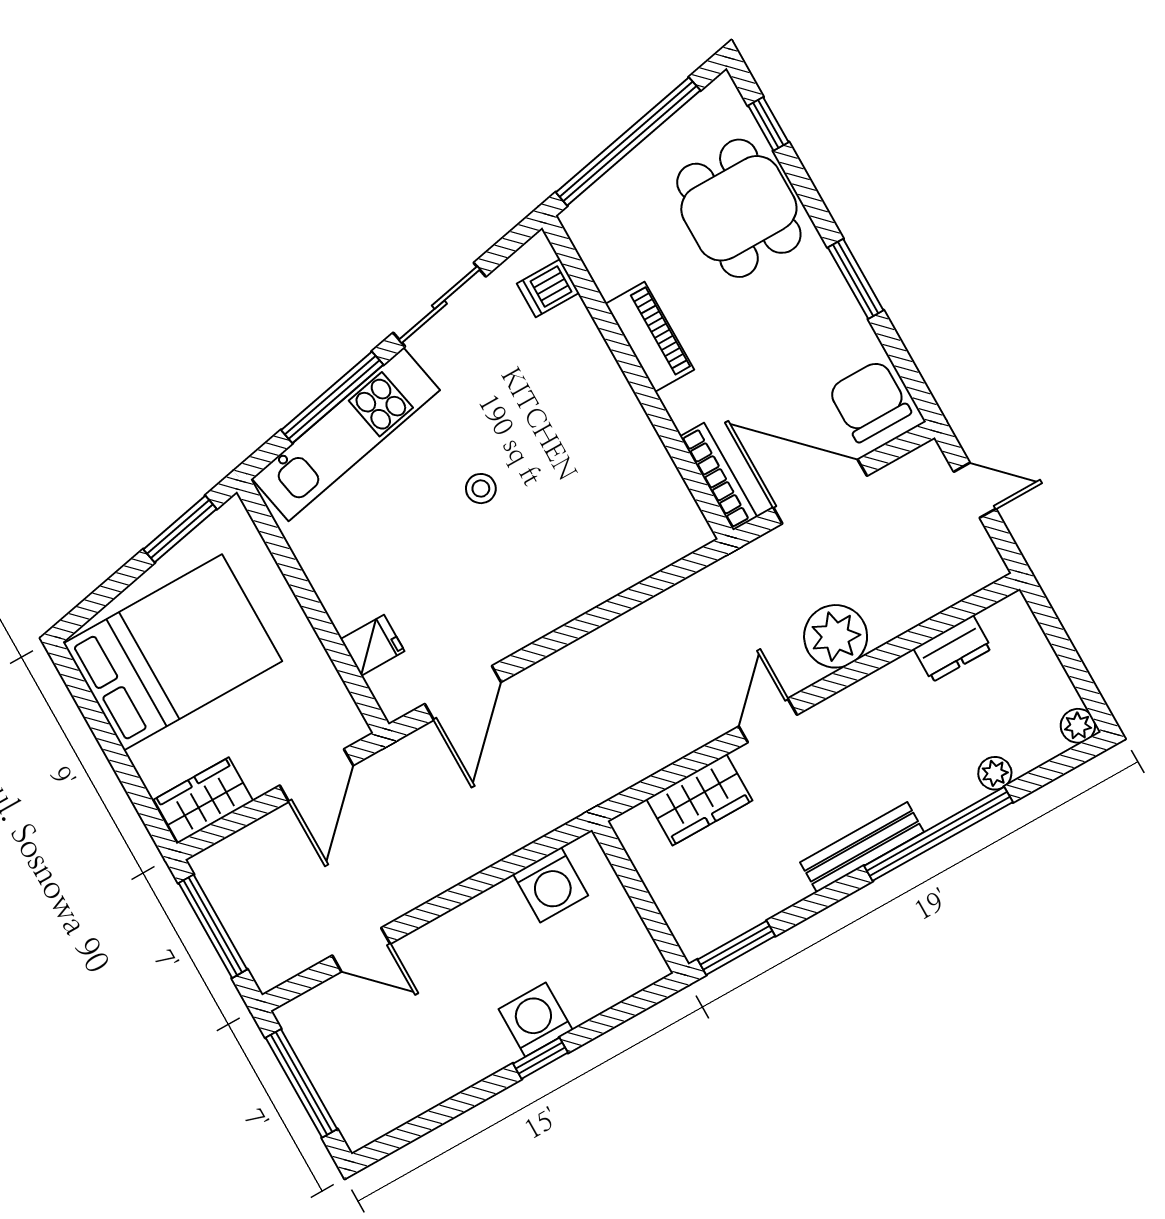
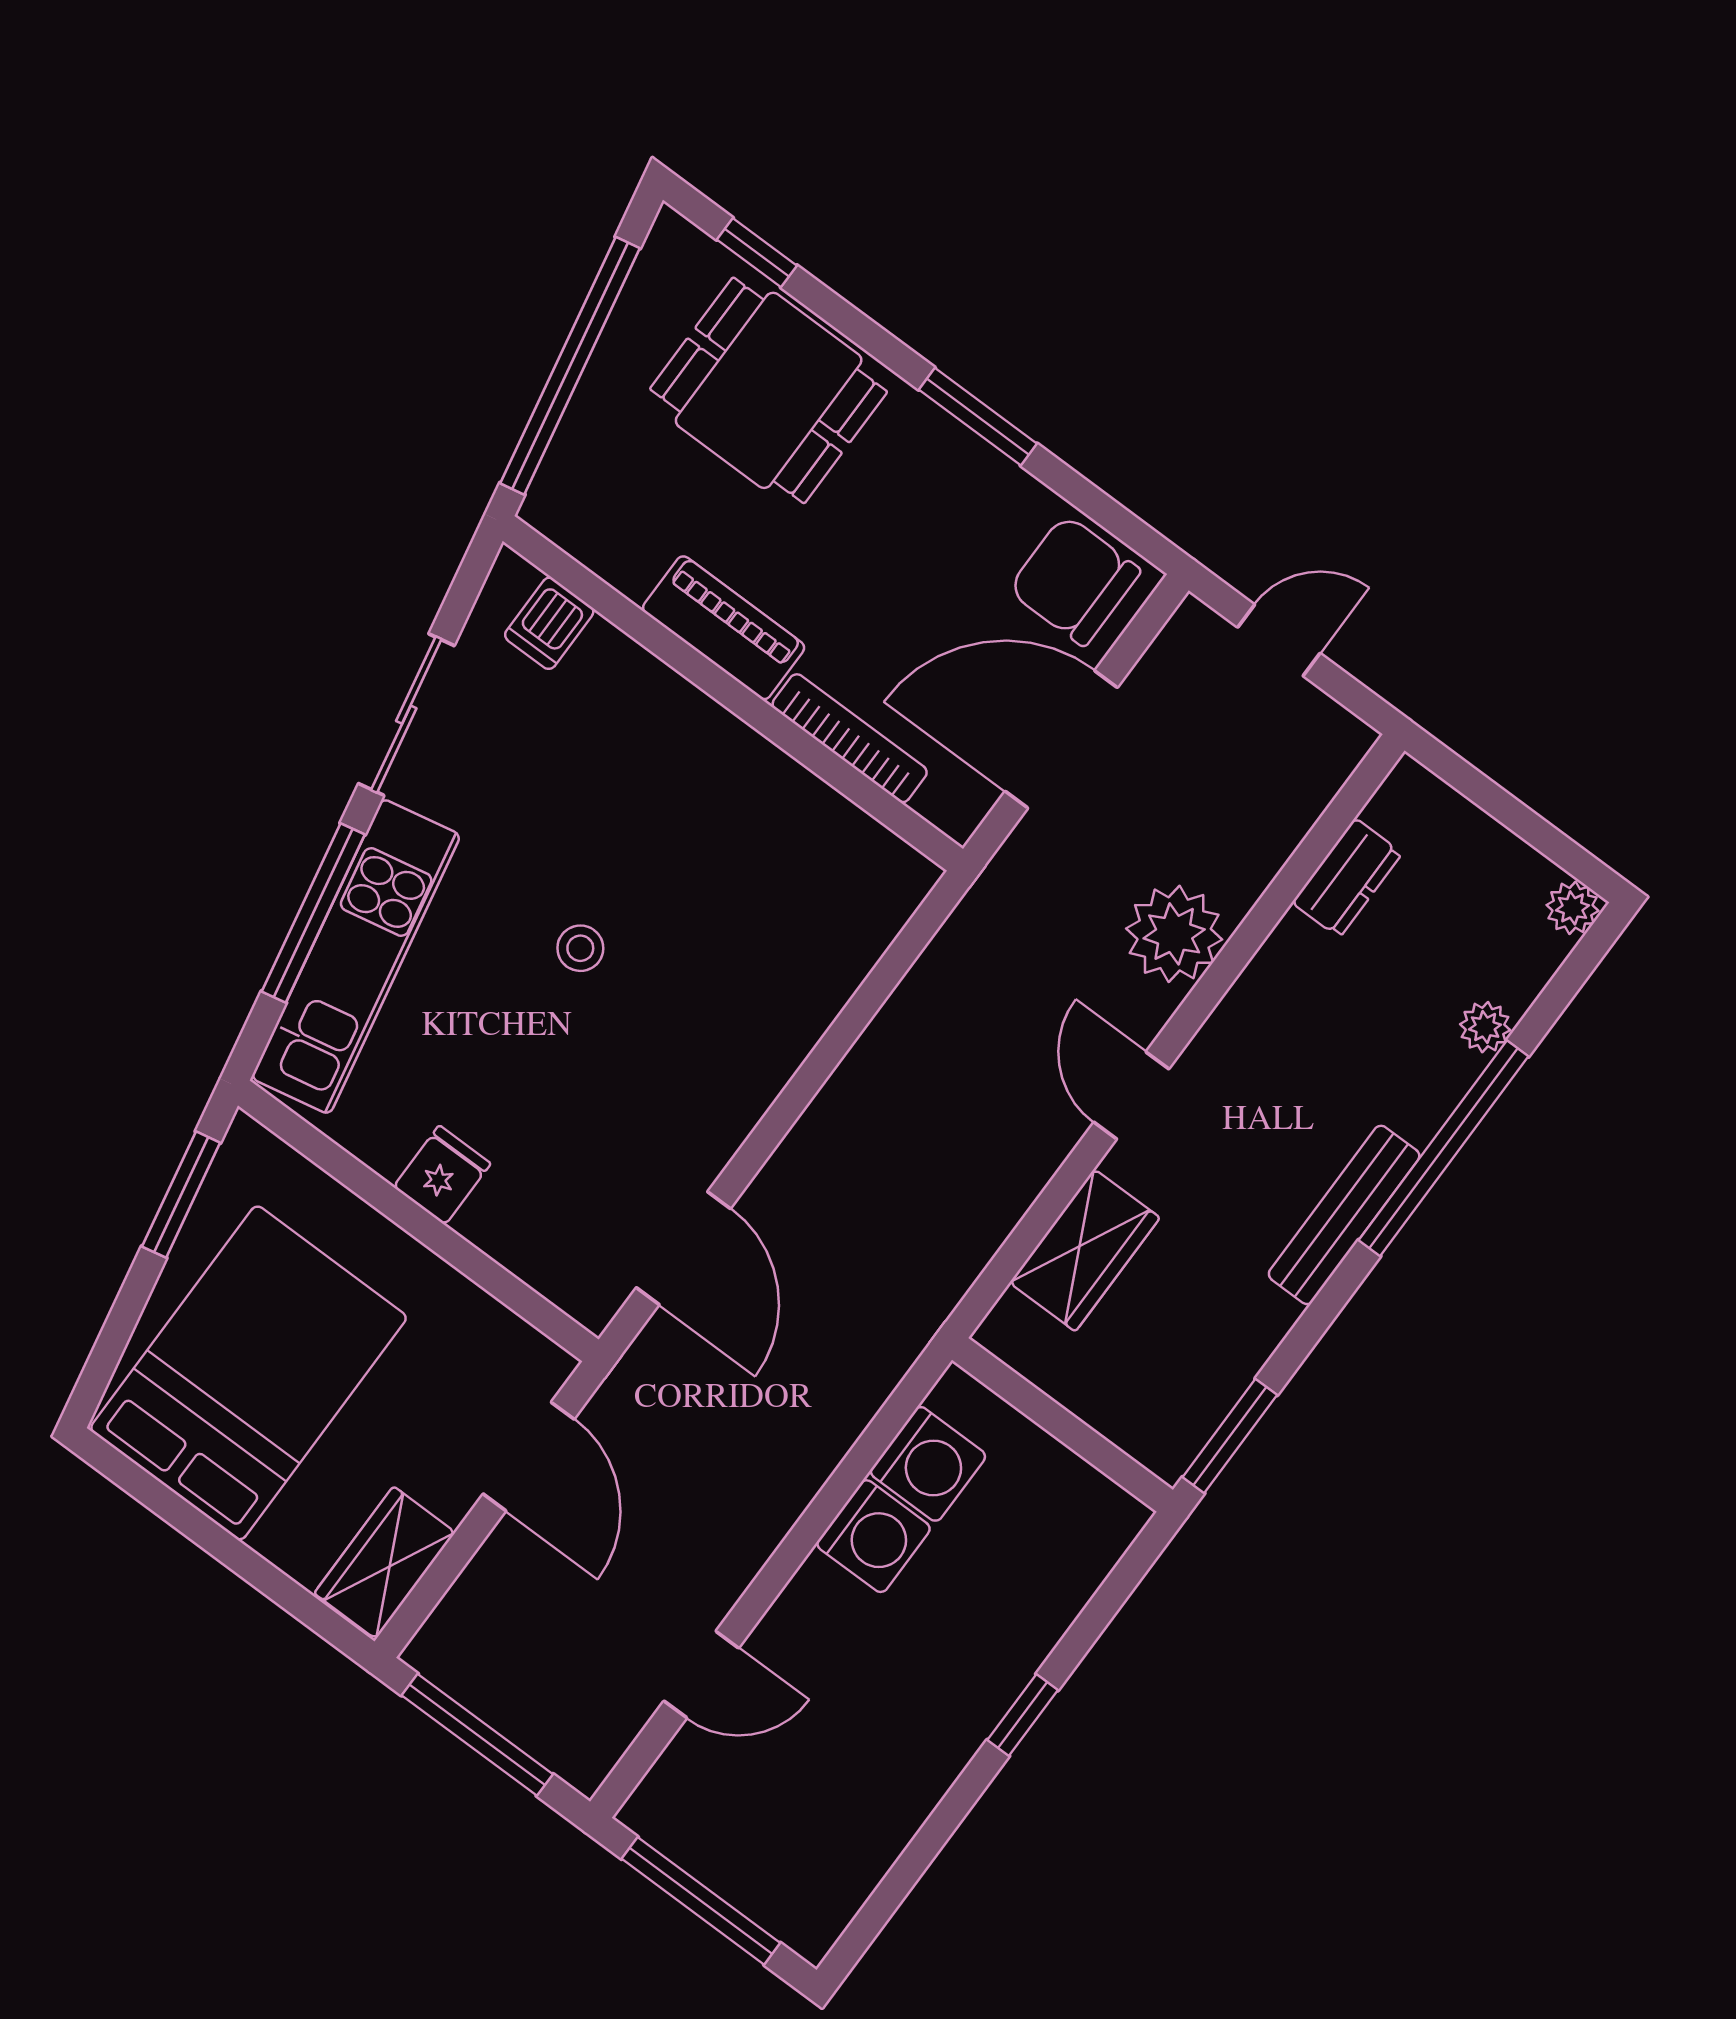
bookcase: (719, 477) -> (850, 738), moved
fridge: (373, 645) -> (442, 1175), moved
washing machine: (536, 1020) -> (873, 1536), moved, turned 180

